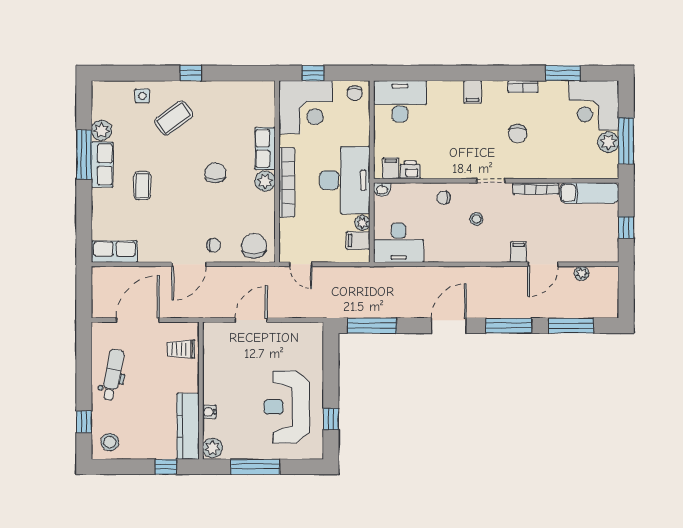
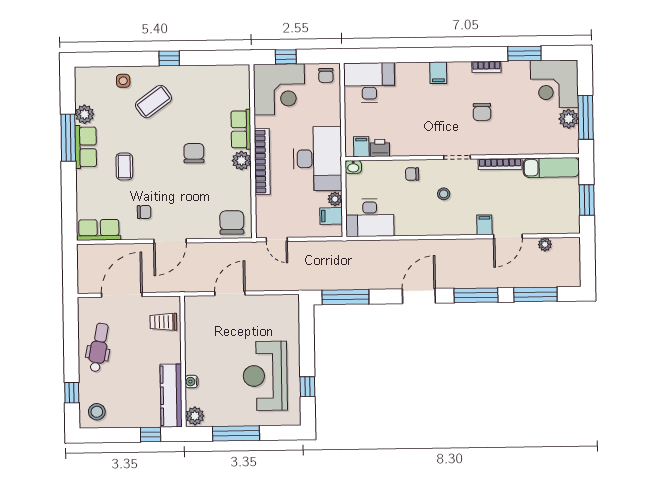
window: (626, 228) -> (587, 200), width x1.50
chair: (214, 245) -> (144, 212), moved

